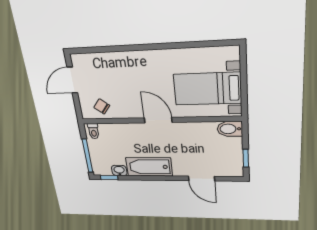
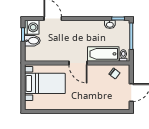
bidet: (230, 129) -> (32, 41), moved
bathtub: (149, 167) -> (103, 54), moved, turned 180
washing machine: (232, 168) -> (32, 27), added

